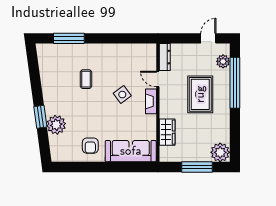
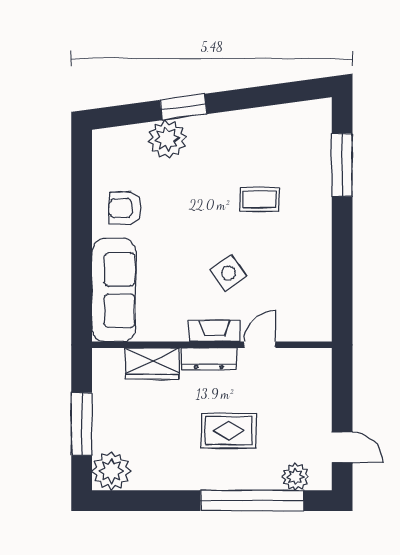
dresser: (165, 57) -> (209, 359), moved
rug: (200, 94) -> (229, 431), width x0.73, depth x0.70

